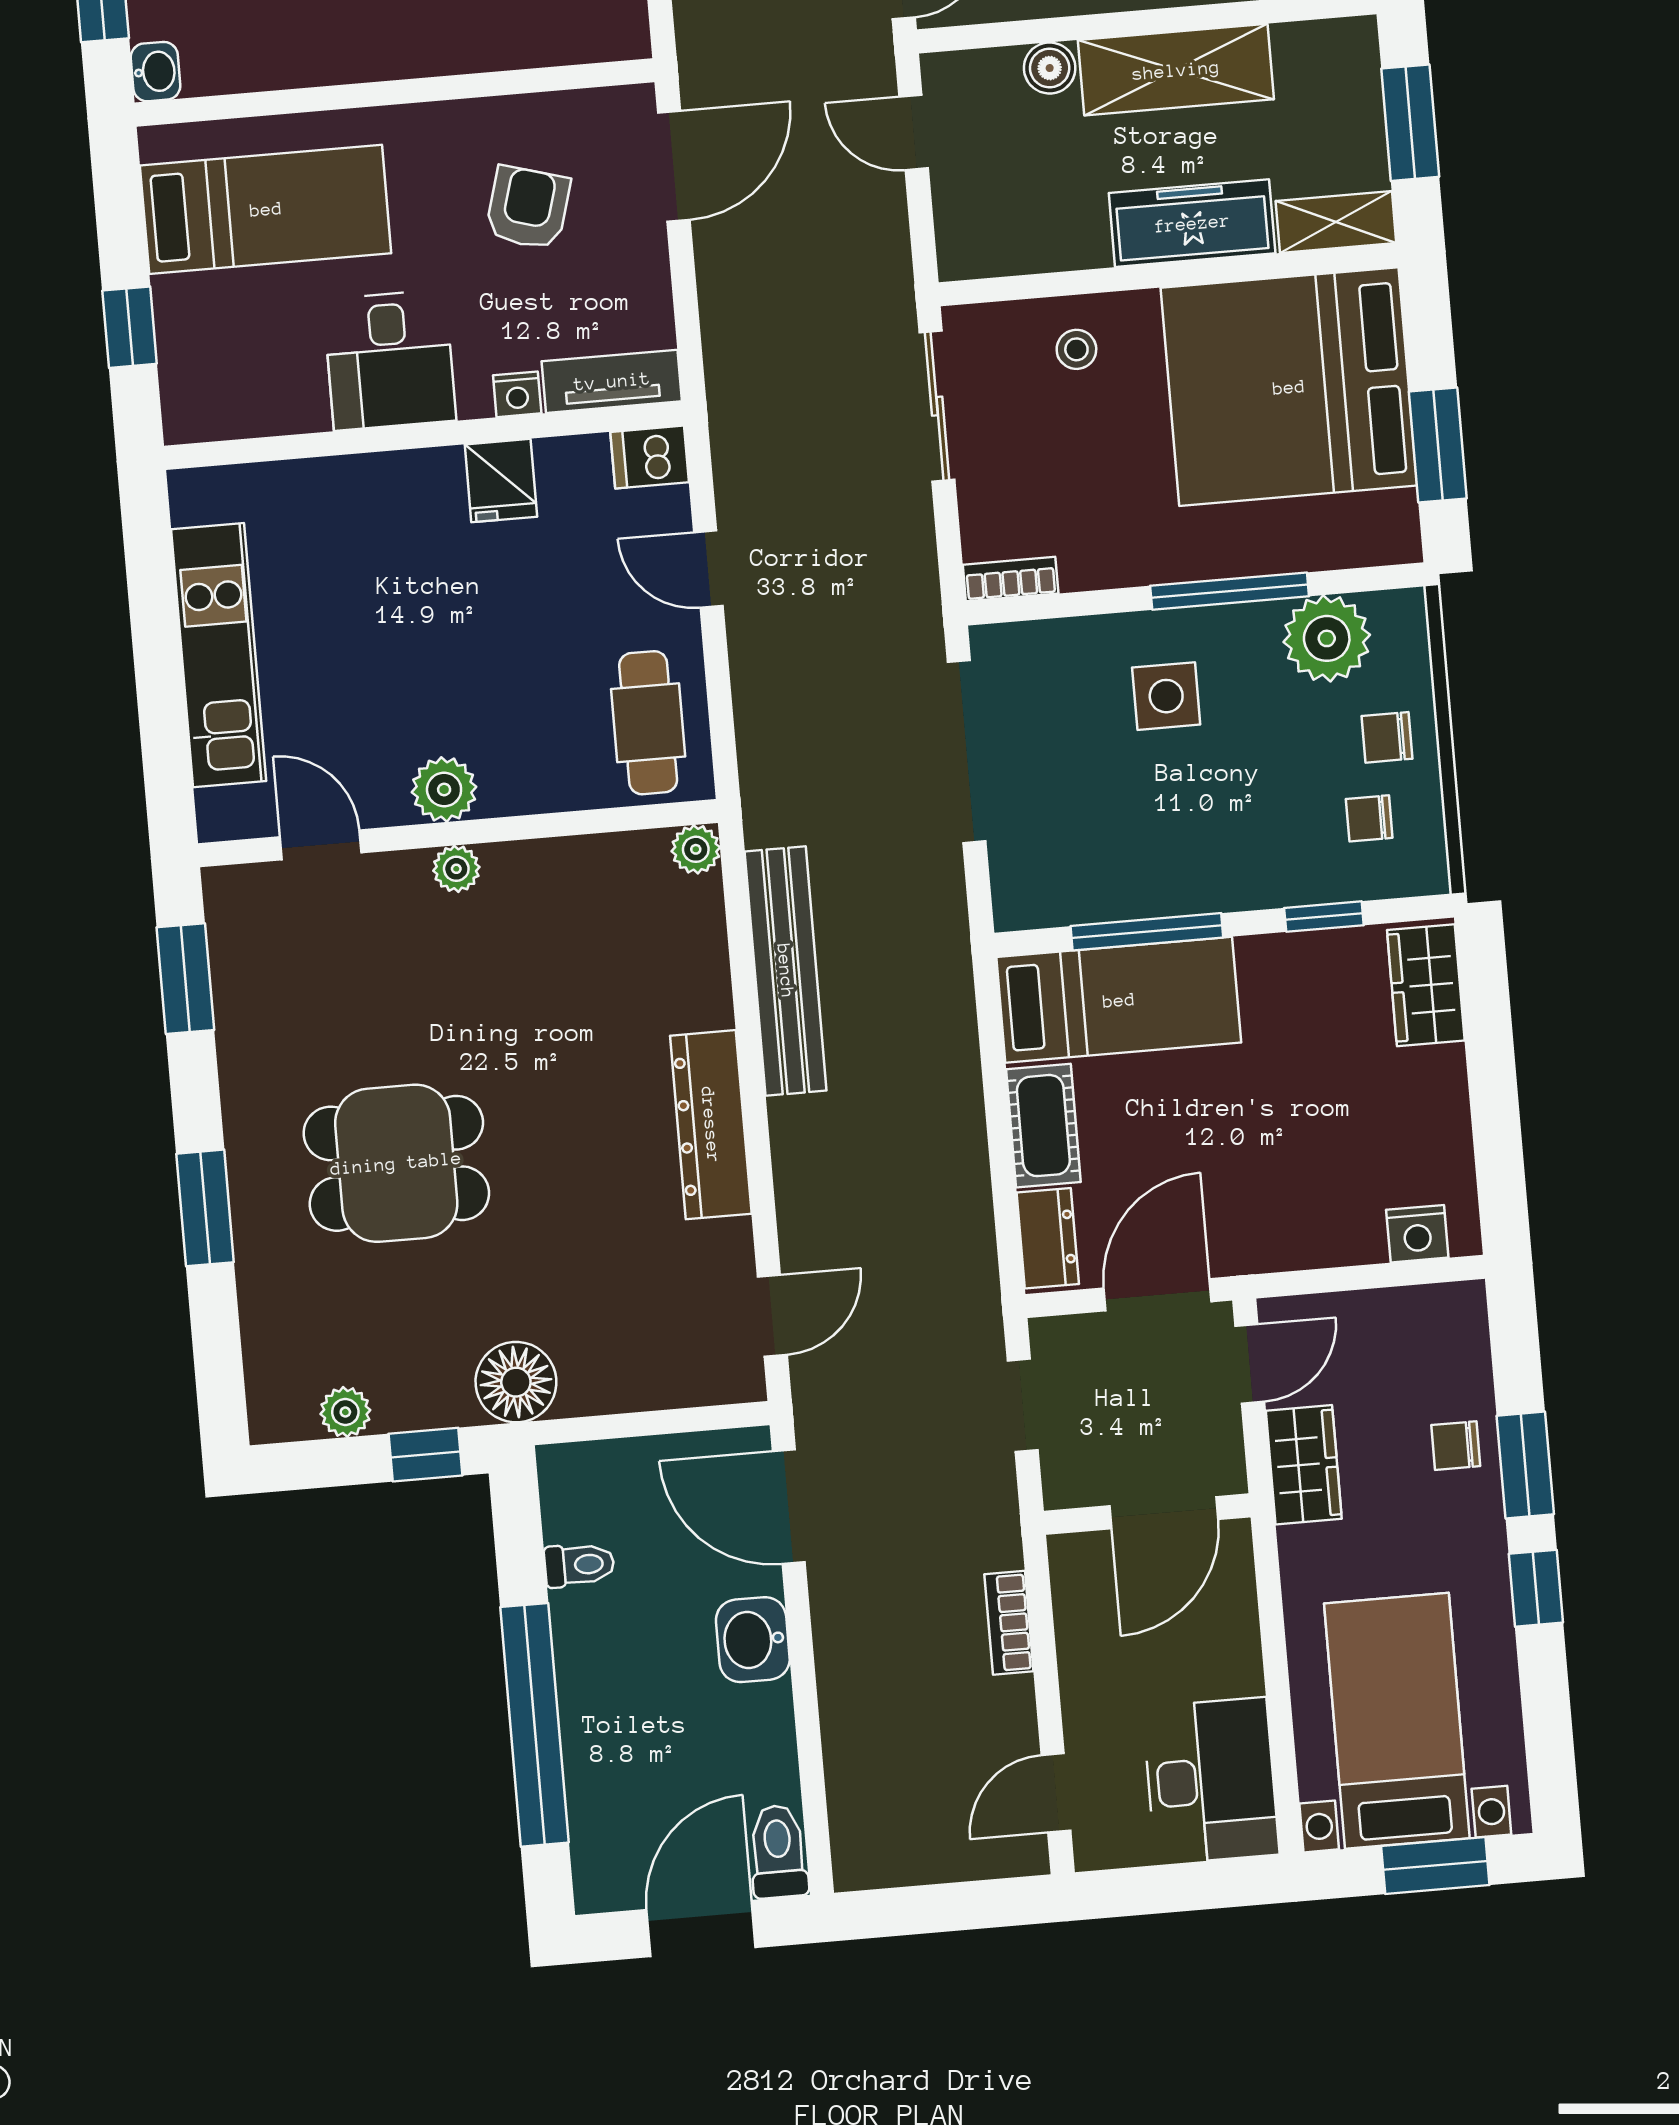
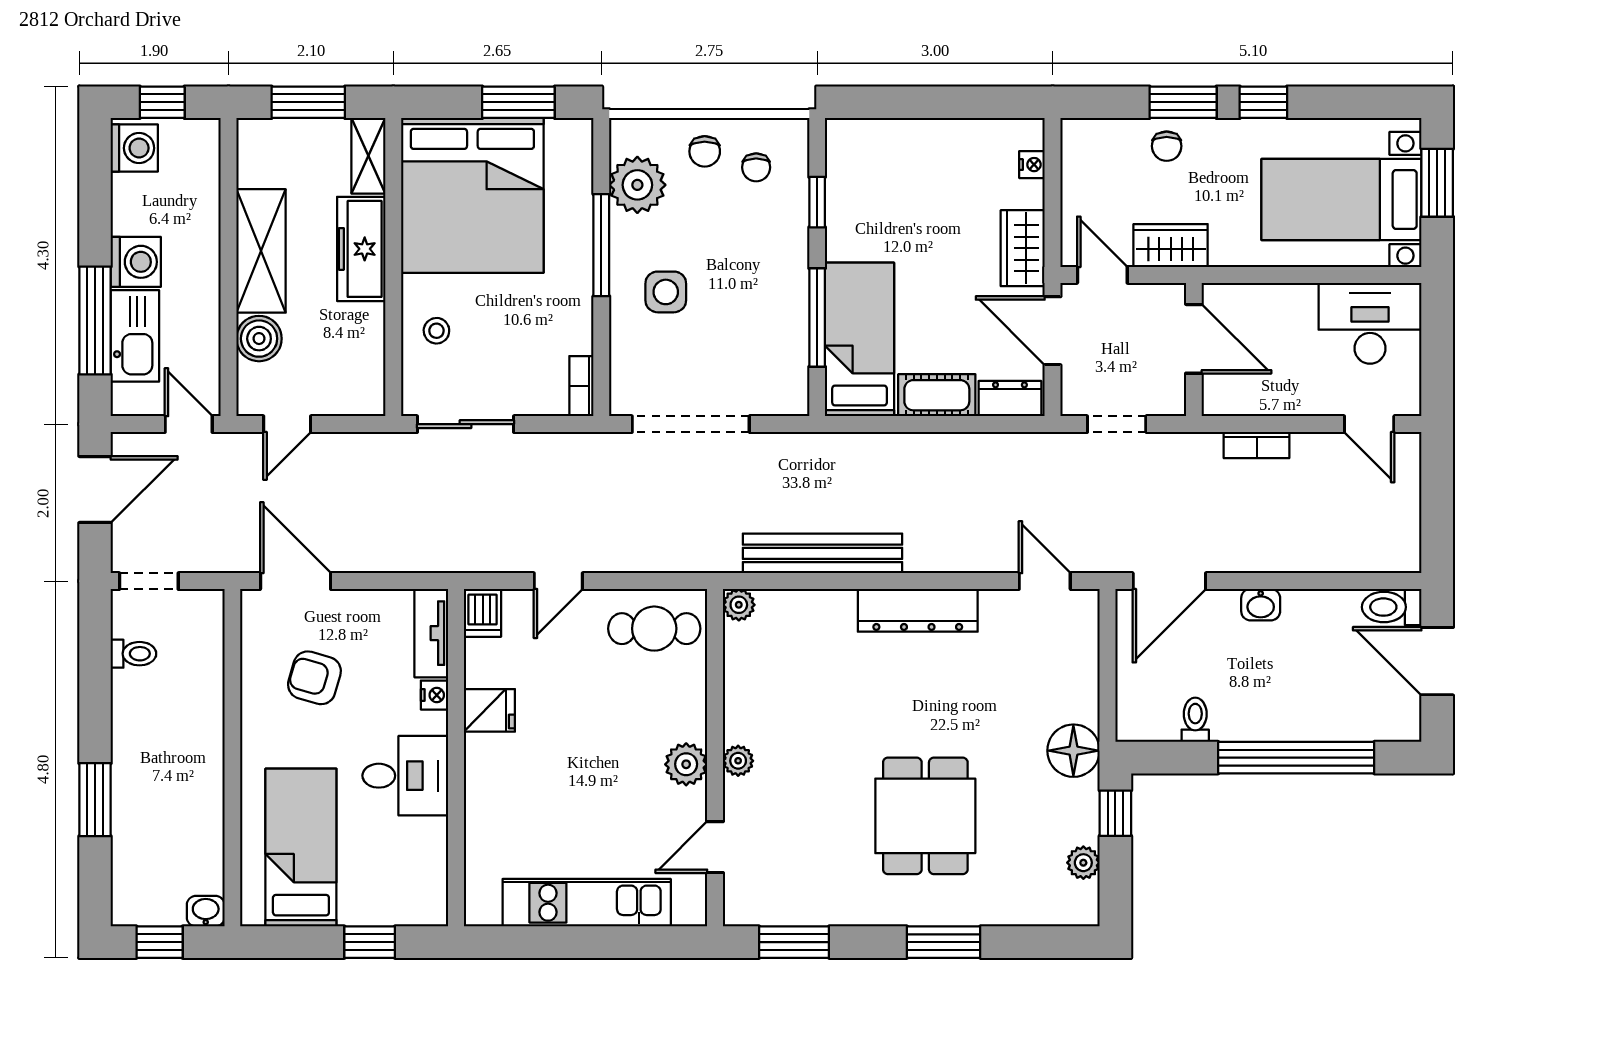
boiler: (1050, 68) -> (259, 339), width x1.36, depth x1.36
wardrobe: (1426, 985) -> (1023, 248), moved, turned 90
nightstand: (1417, 1234) -> (1032, 165), width x0.72, depth x0.74
washbasin: (753, 1640) -> (1261, 605), width x0.72, depth x0.69

